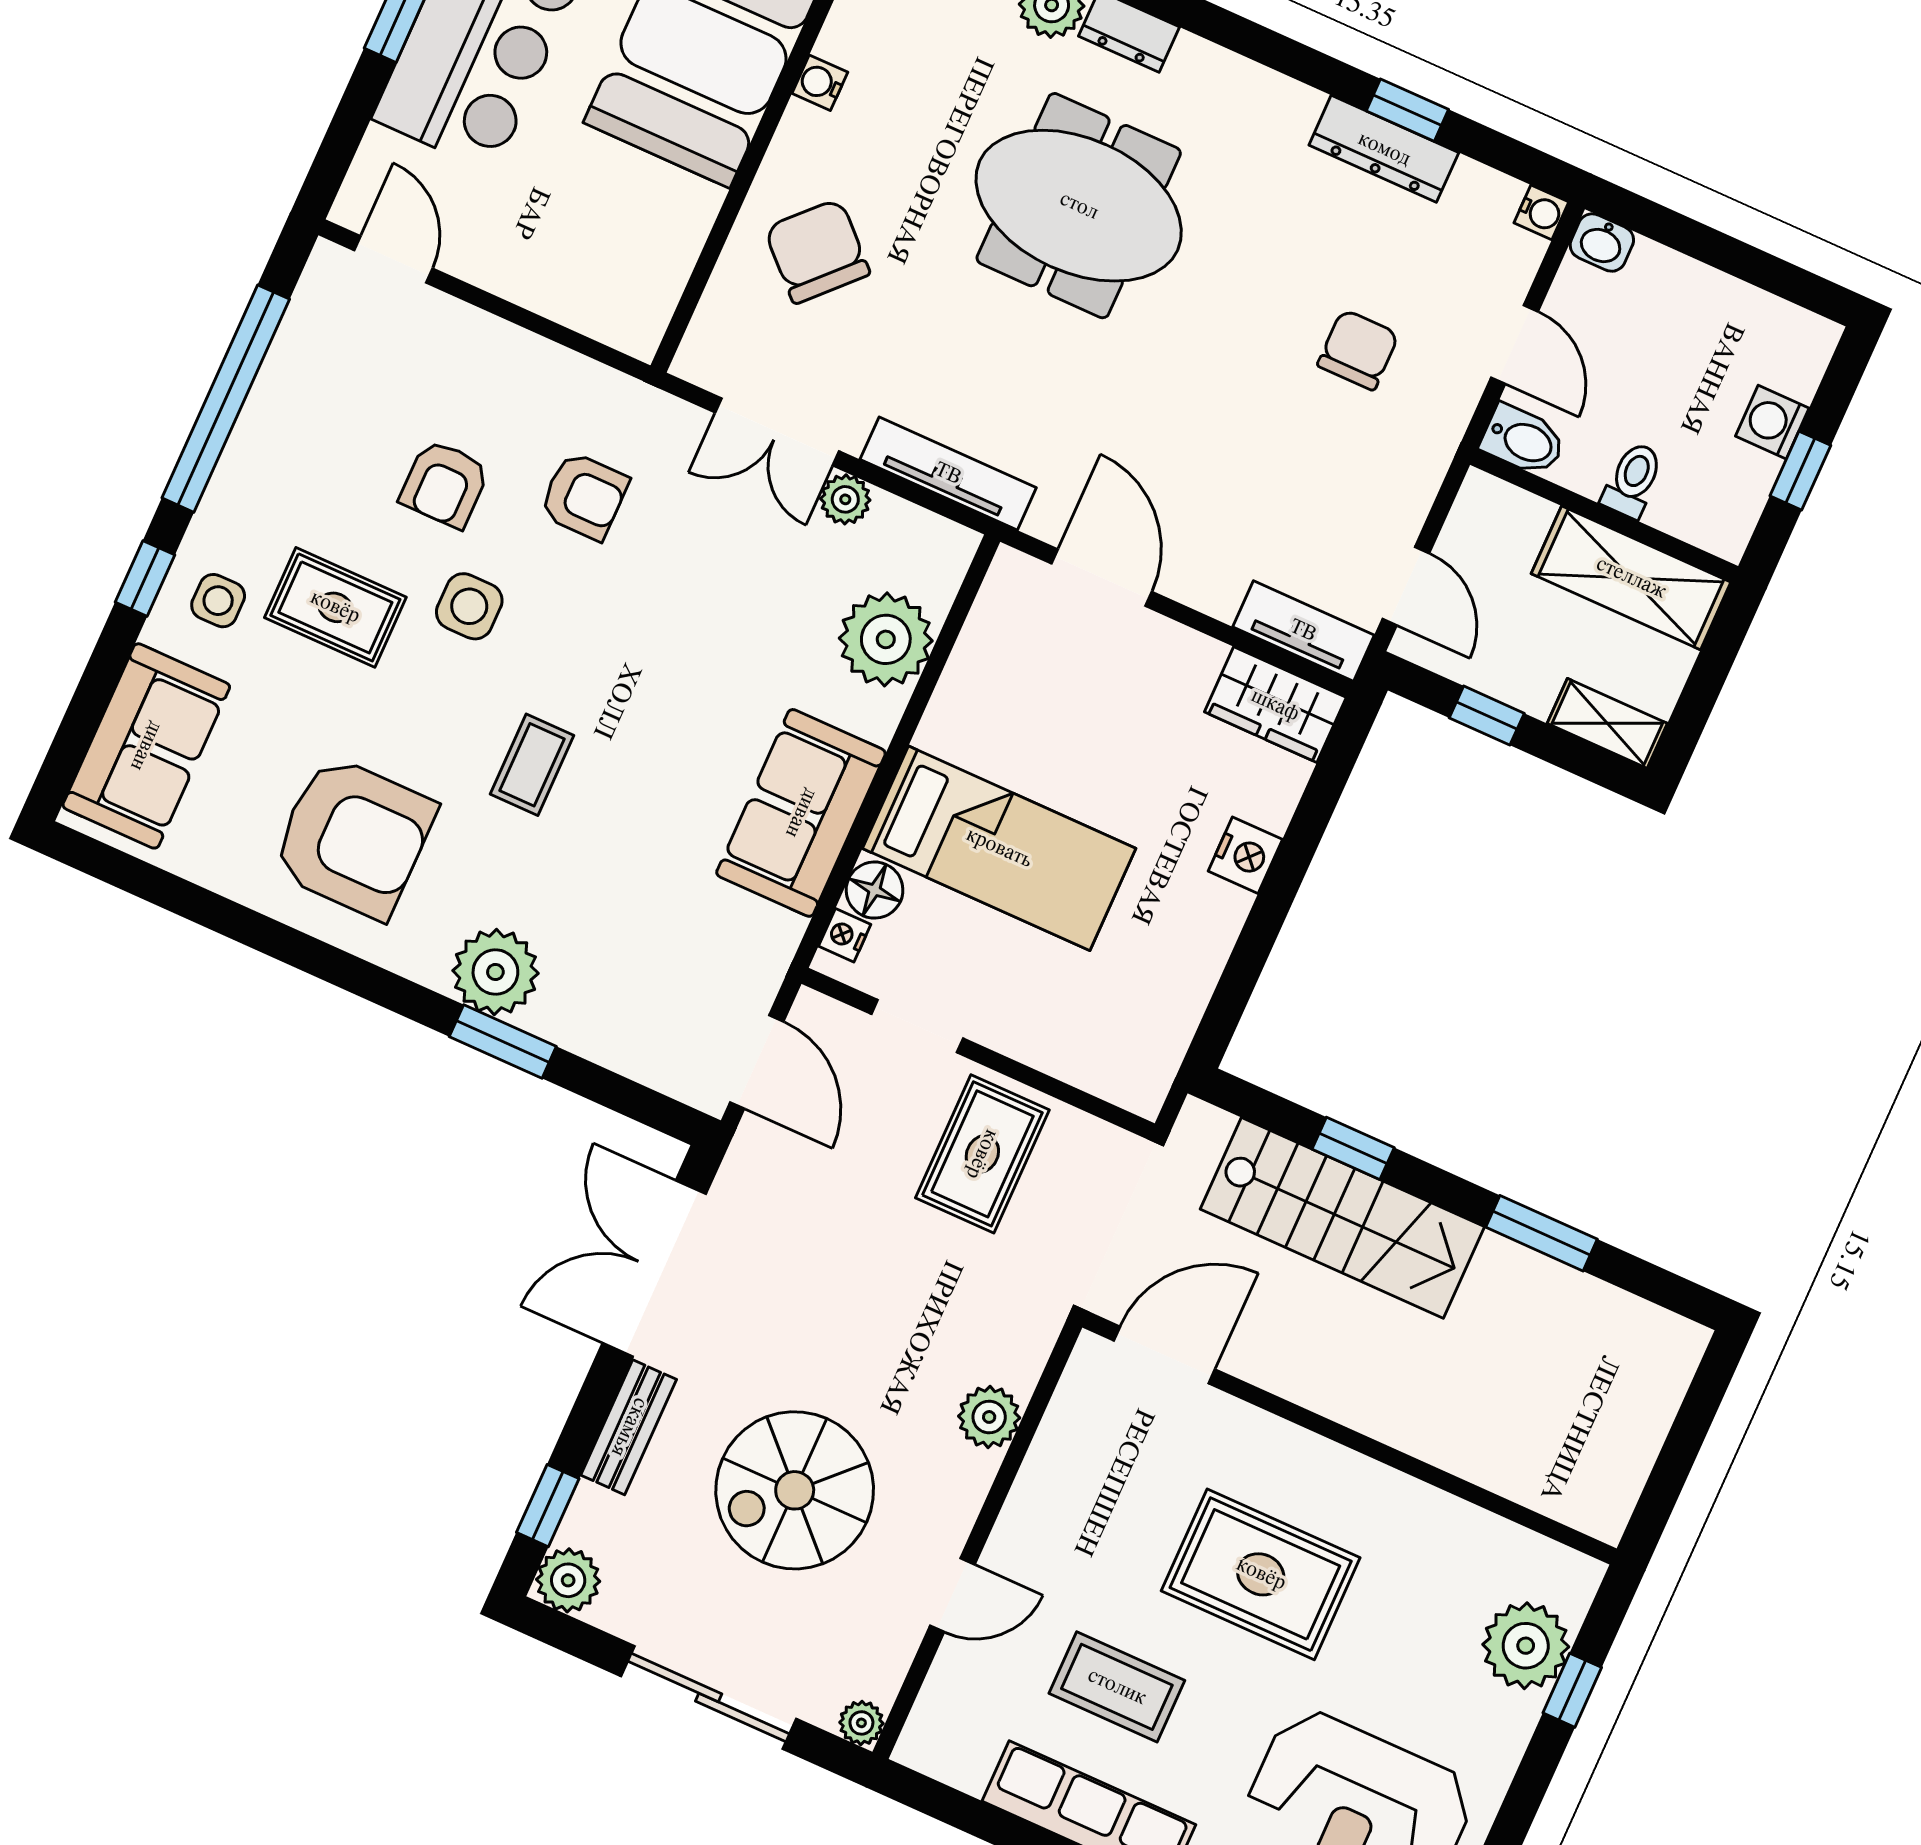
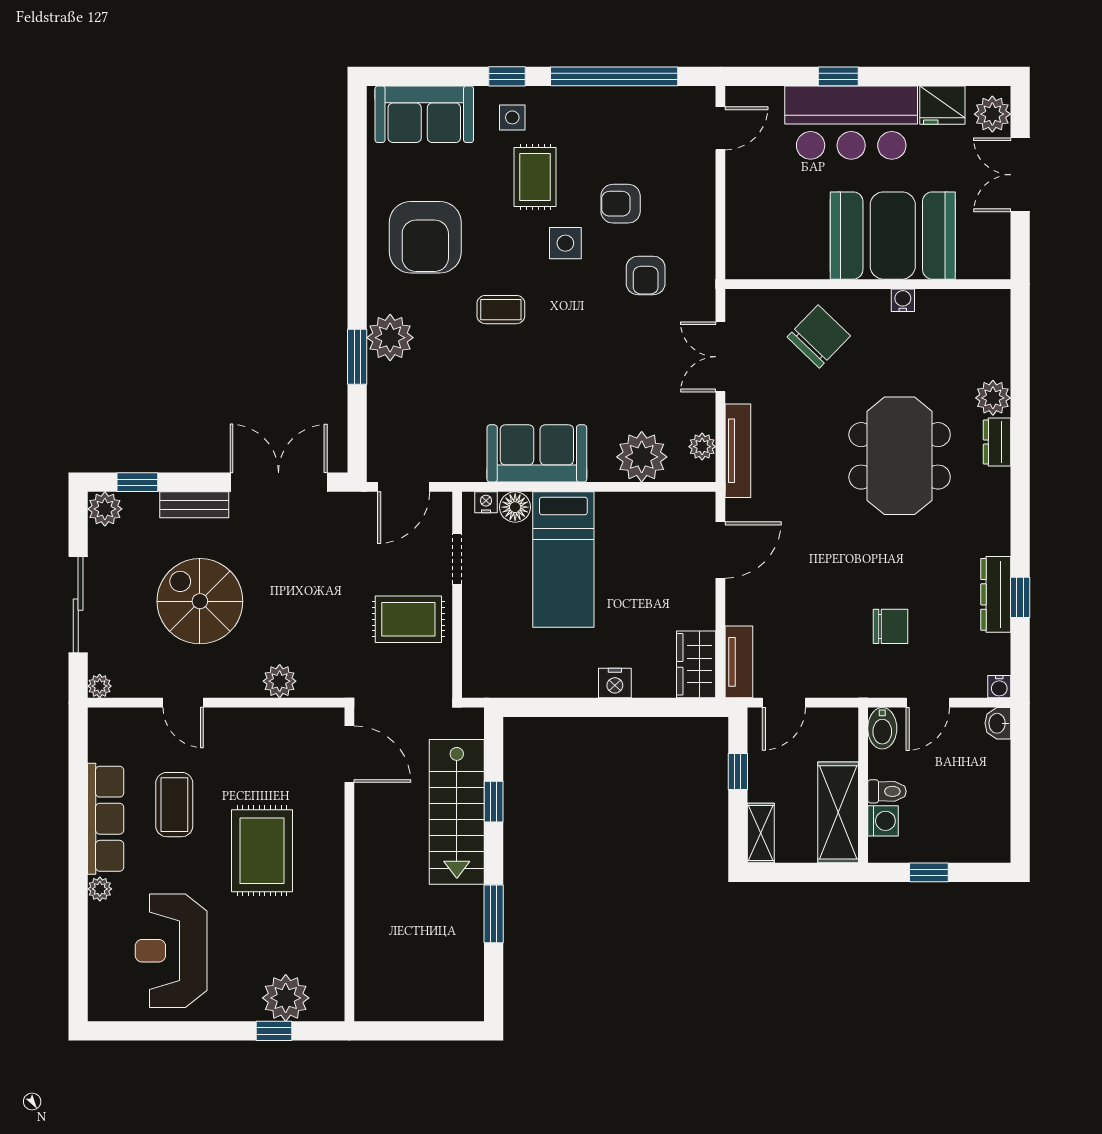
washing machine: (1772, 422) -> (883, 821), moved, turned 90
plant: (845, 499) -> (702, 447), moved

